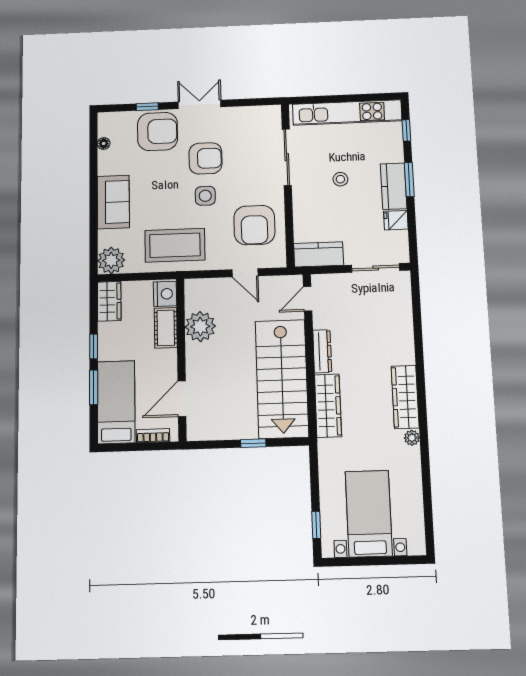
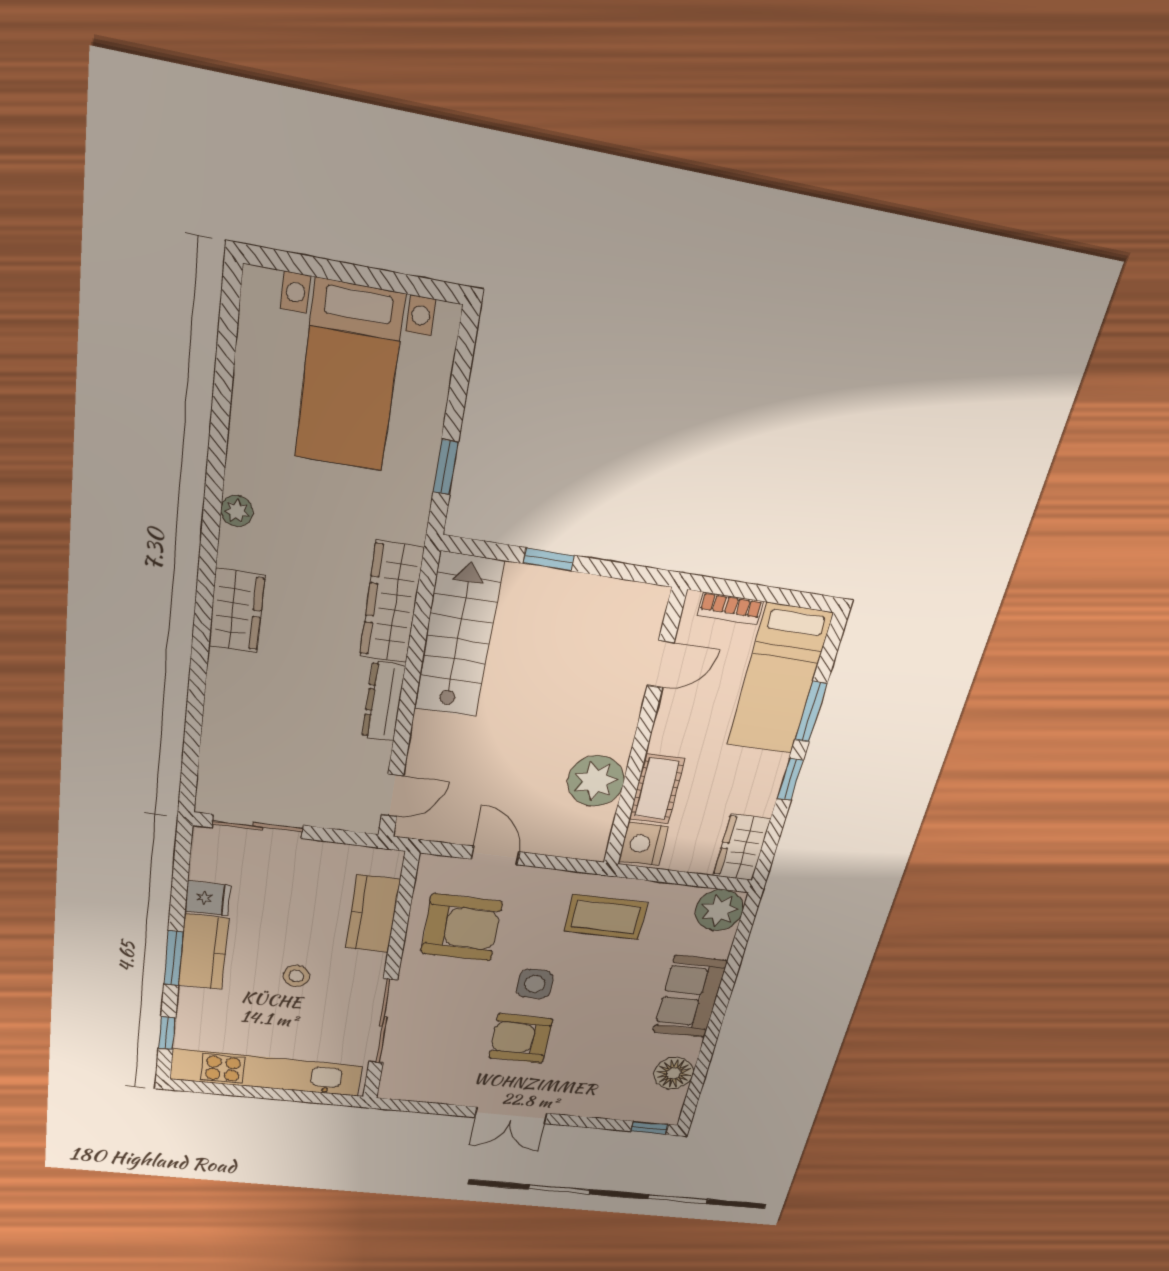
window: (147, 107) -> (649, 1128), moved
armchair: (158, 131) -> (589, 1087), removed
floor lamp: (104, 144) -> (674, 1073), width x1.89, depth x1.89
armchair: (254, 225) -> (462, 927), turned 90
coffee table: (175, 245) -> (606, 917), width x0.73, depth x0.76
kitchen counter: (319, 254) -> (373, 914), moved, turned 90
stairs: (282, 379) -> (458, 636), width x0.73, depth x0.66
wardrobe: (405, 397) -> (236, 611), width x0.67
door: (182, 399) -> (661, 664), width x0.73
window: (316, 525) -> (446, 467), moved

